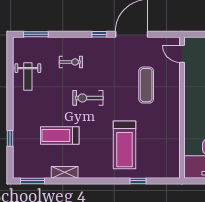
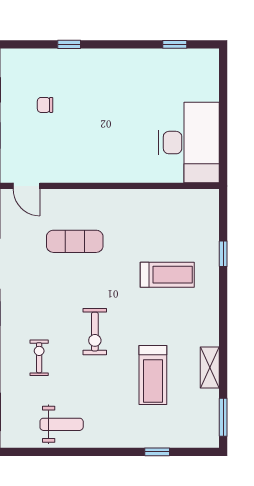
door: (182, 54) -> (27, 186), hinge flipped
treadmill: (125, 145) -> (167, 275), width x0.73, depth x0.73

